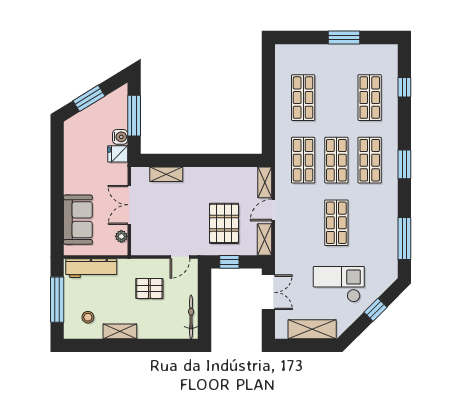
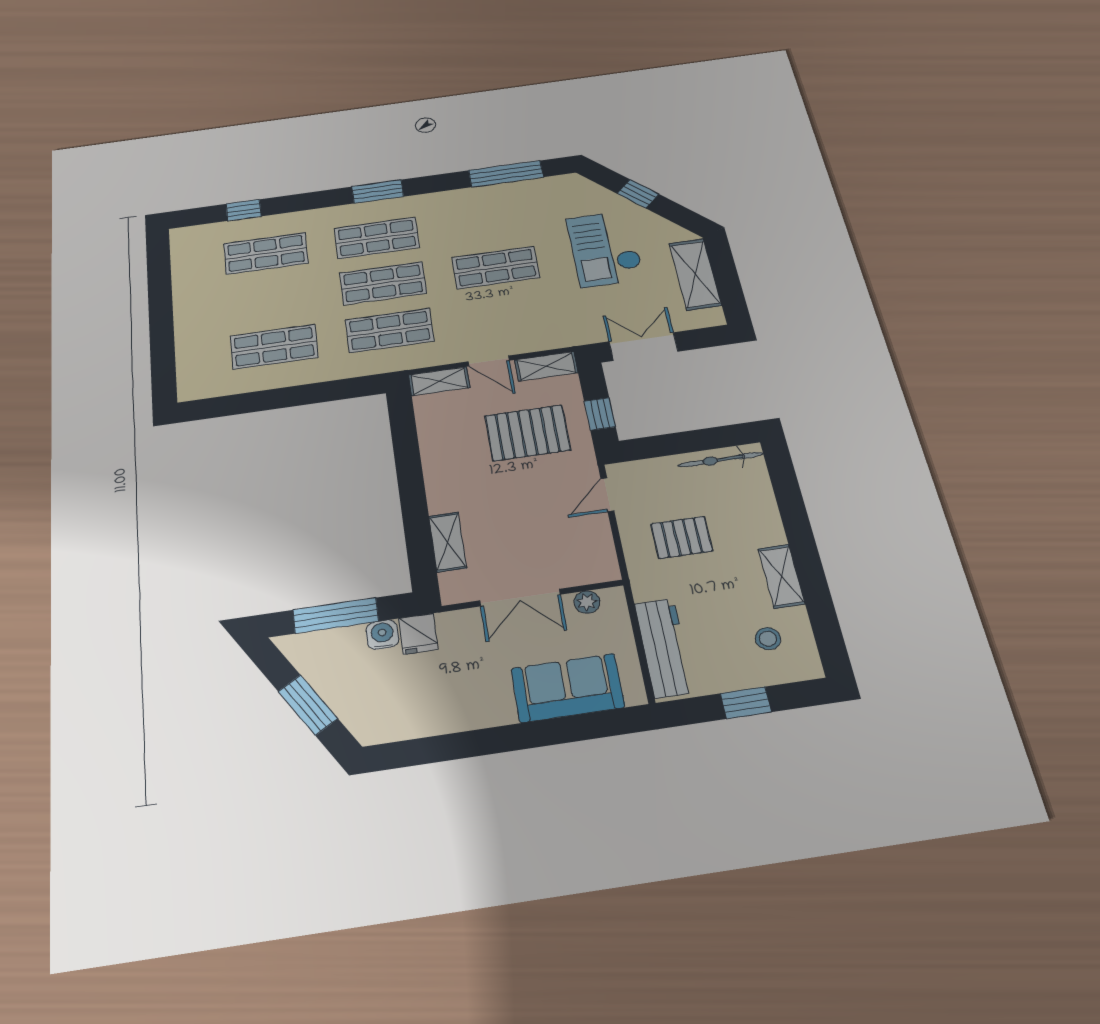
window: (344, 38) -> (160, 304), removed
door: (180, 257) -> (607, 495), swing flipped
pallet: (149, 288) -> (682, 537), turned 90
window: (57, 300) -> (746, 703), width x0.46

